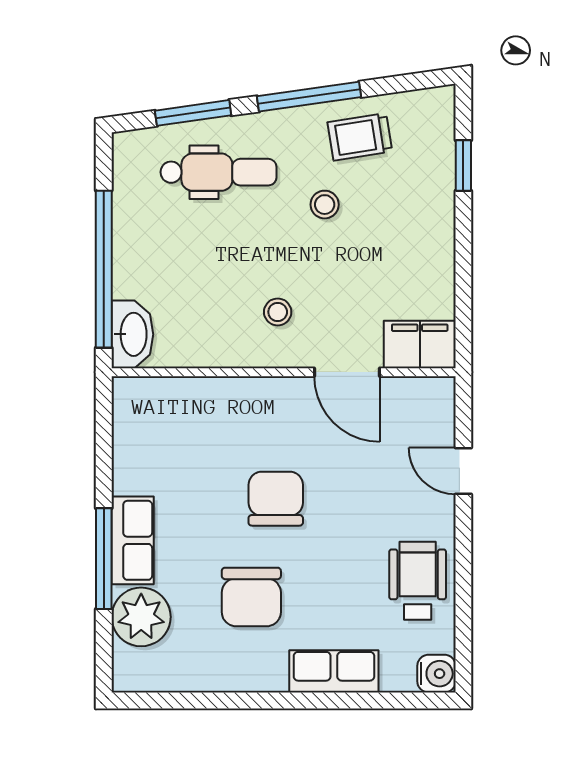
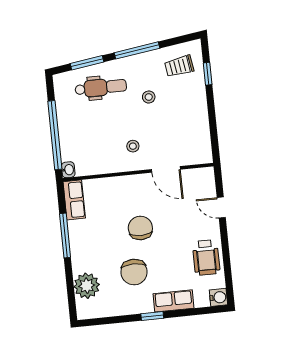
trolley: (360, 137) -> (179, 66), moved
washbasin: (132, 334) -> (68, 170), width x0.52, depth x0.69
filing cabinet: (420, 344) -> (197, 154), removed
row of seats: (133, 540) -> (74, 200), moved
window: (104, 559) -> (65, 235), moved
wheelchair: (418, 581) -> (206, 258), turned 180
window: (282, 701) -> (152, 316), added

